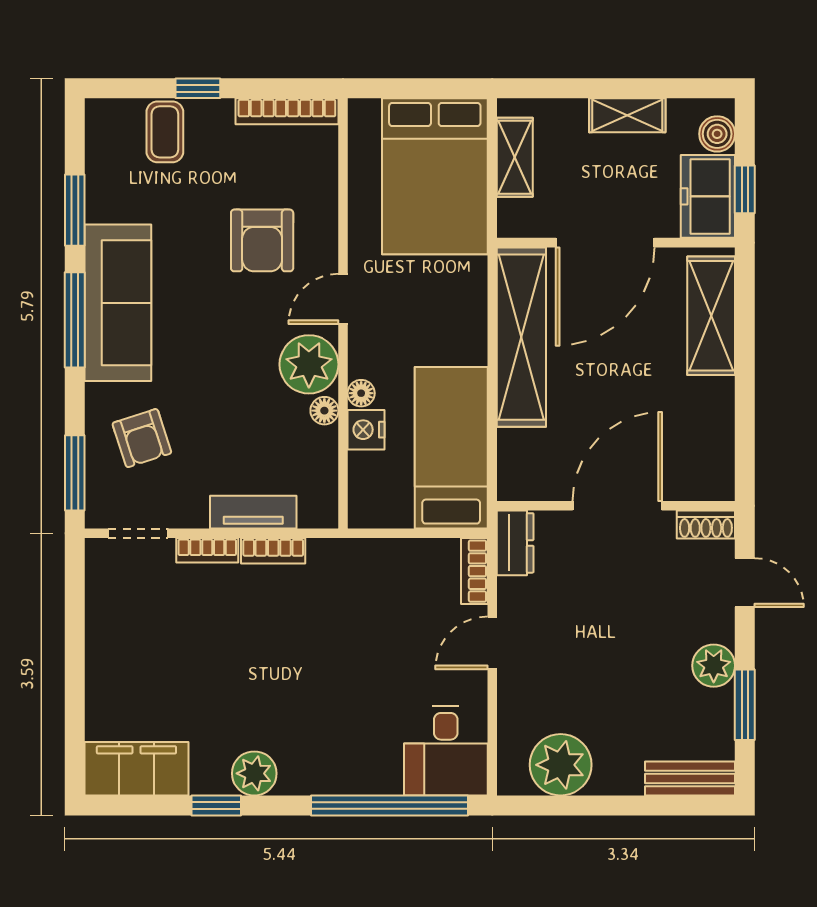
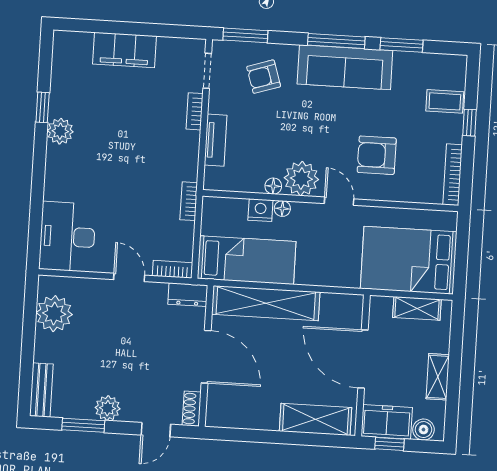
shelving: (521, 337) -> (266, 303), moved
bookcase: (273, 551) -> (189, 201), moved
desk: (446, 751) -> (67, 237), width x1.37
filing cabinet: (136, 769) -> (125, 50), moved, turned 90
window: (390, 805) -> (36, 210), removed

